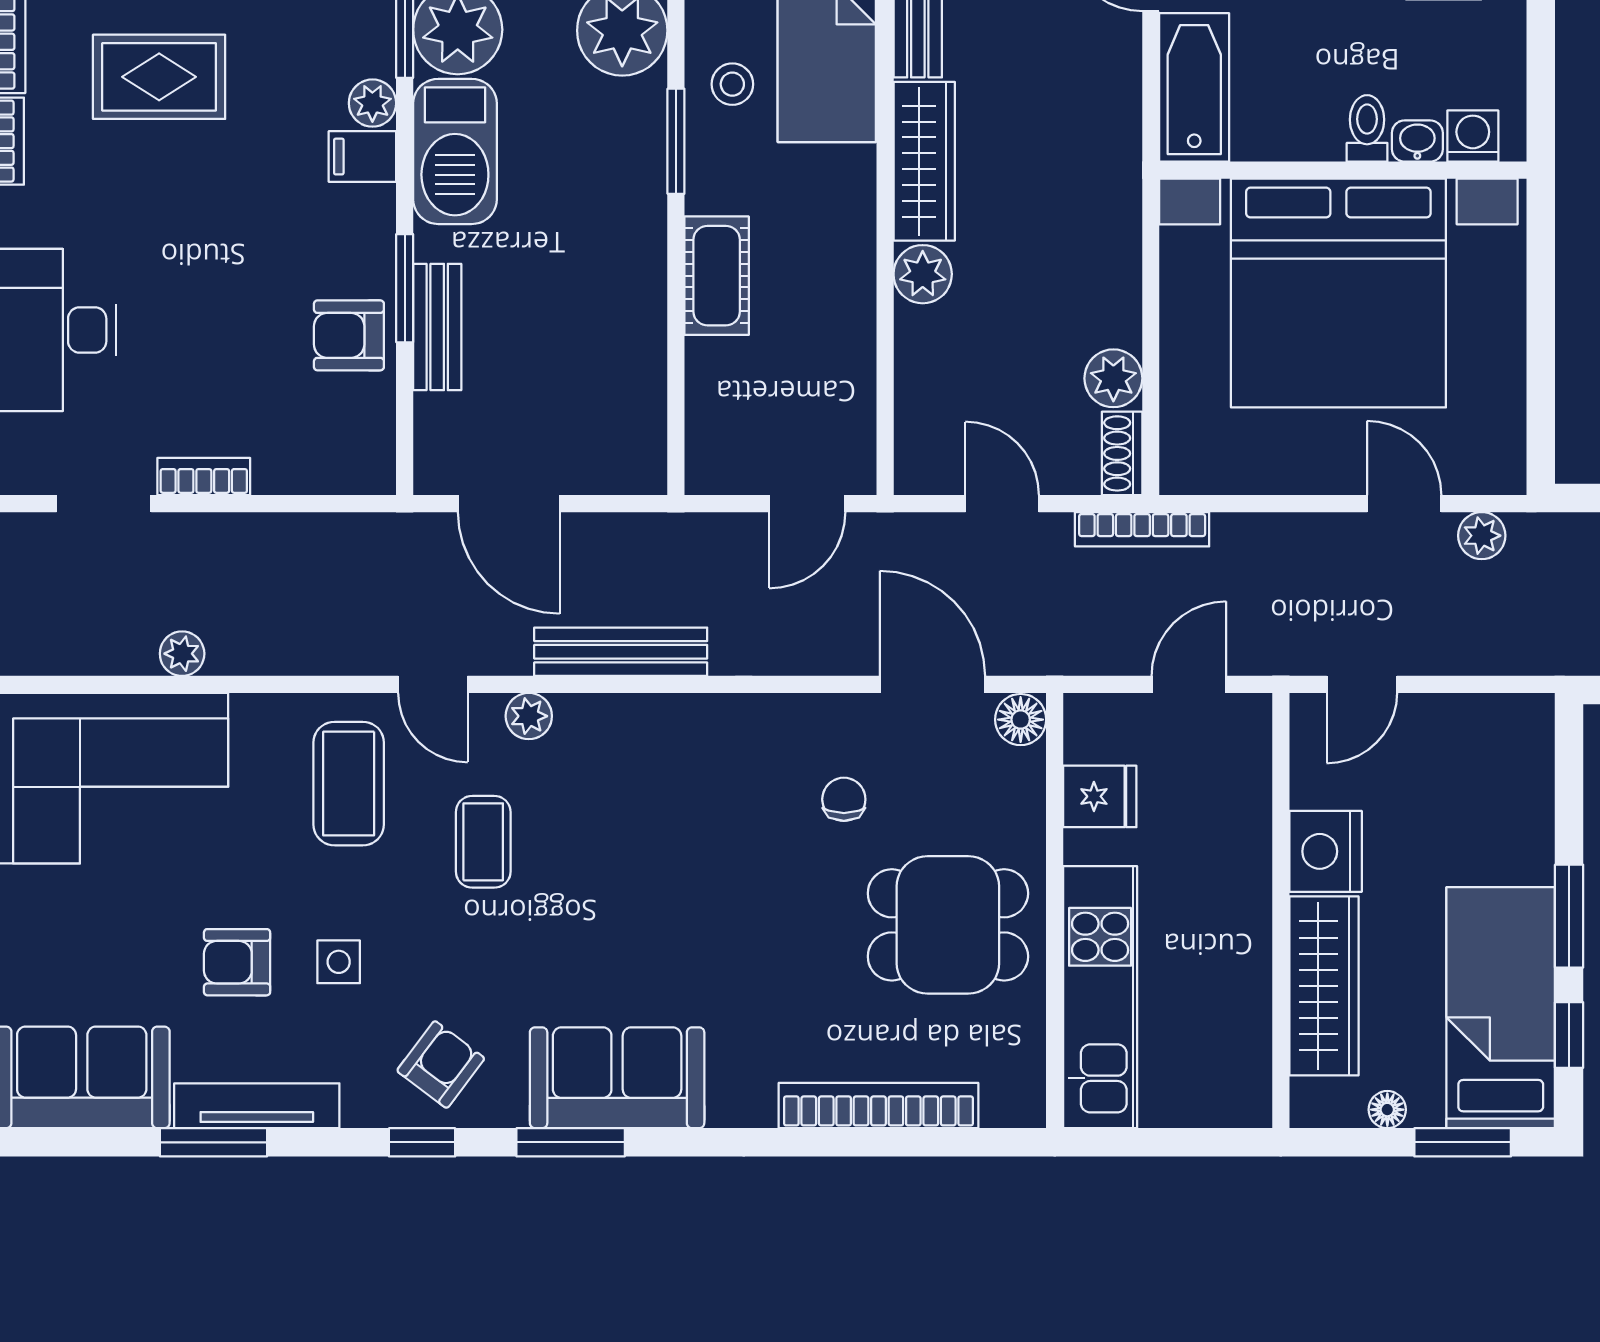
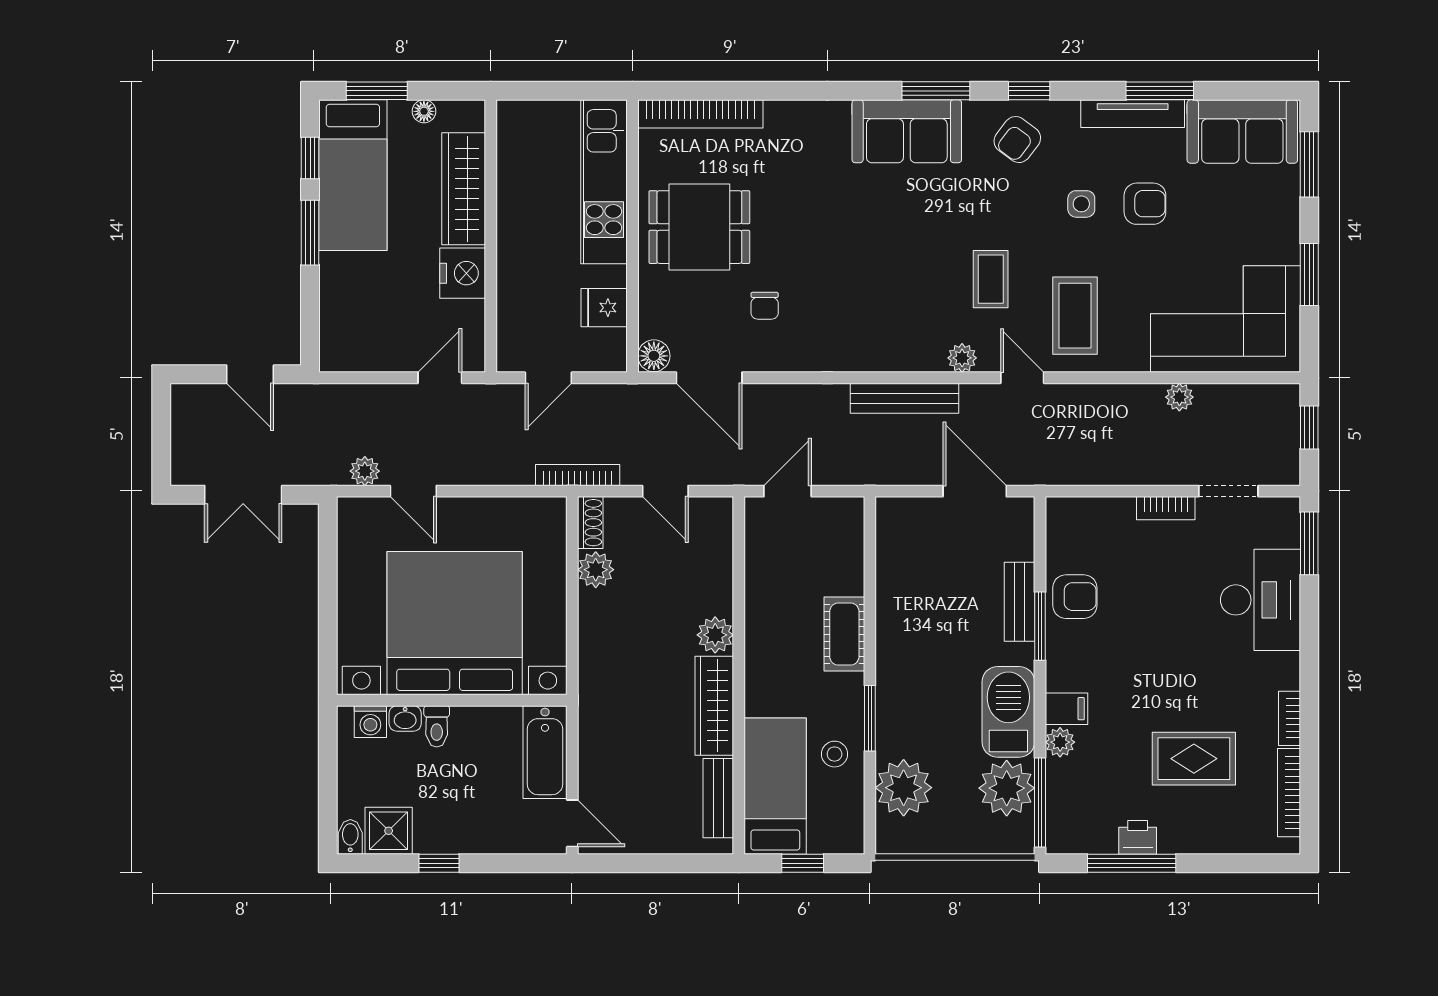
bookcase: (878, 1105) -> (700, 114), moved

